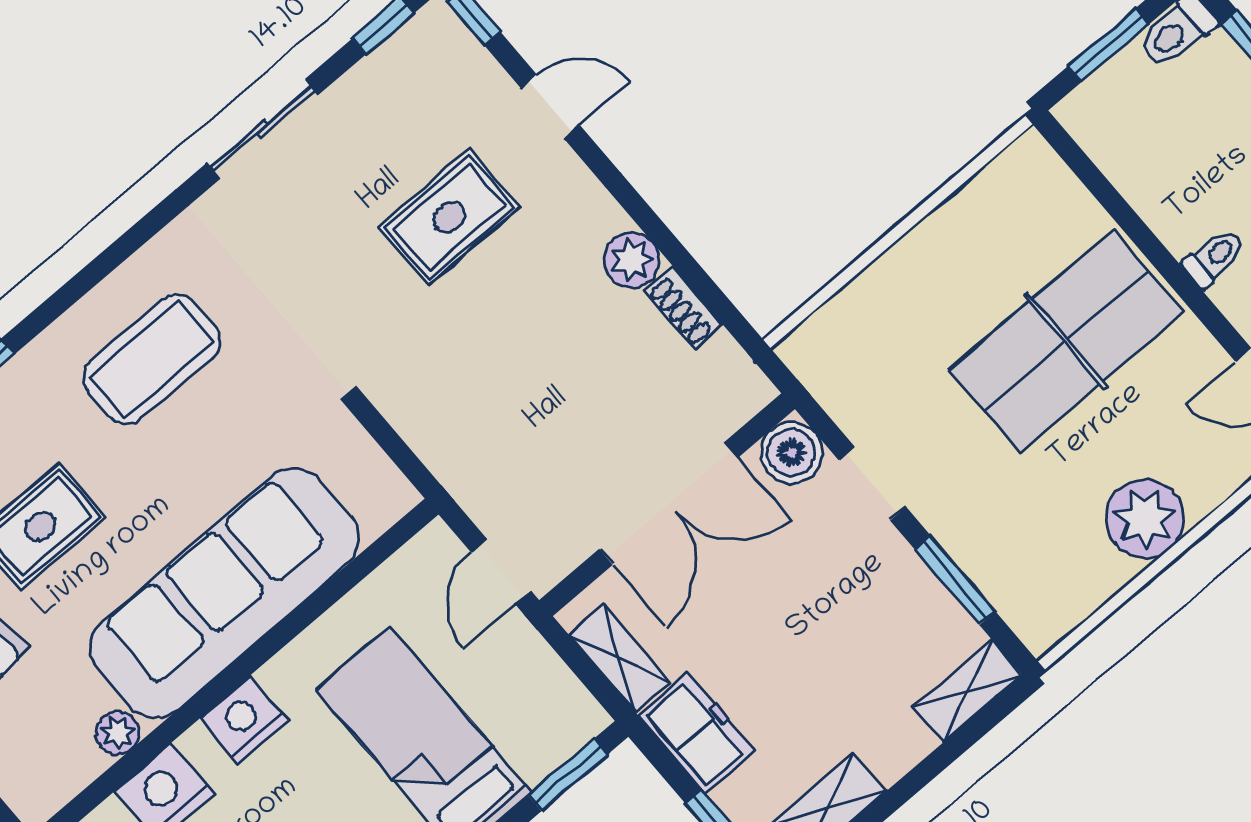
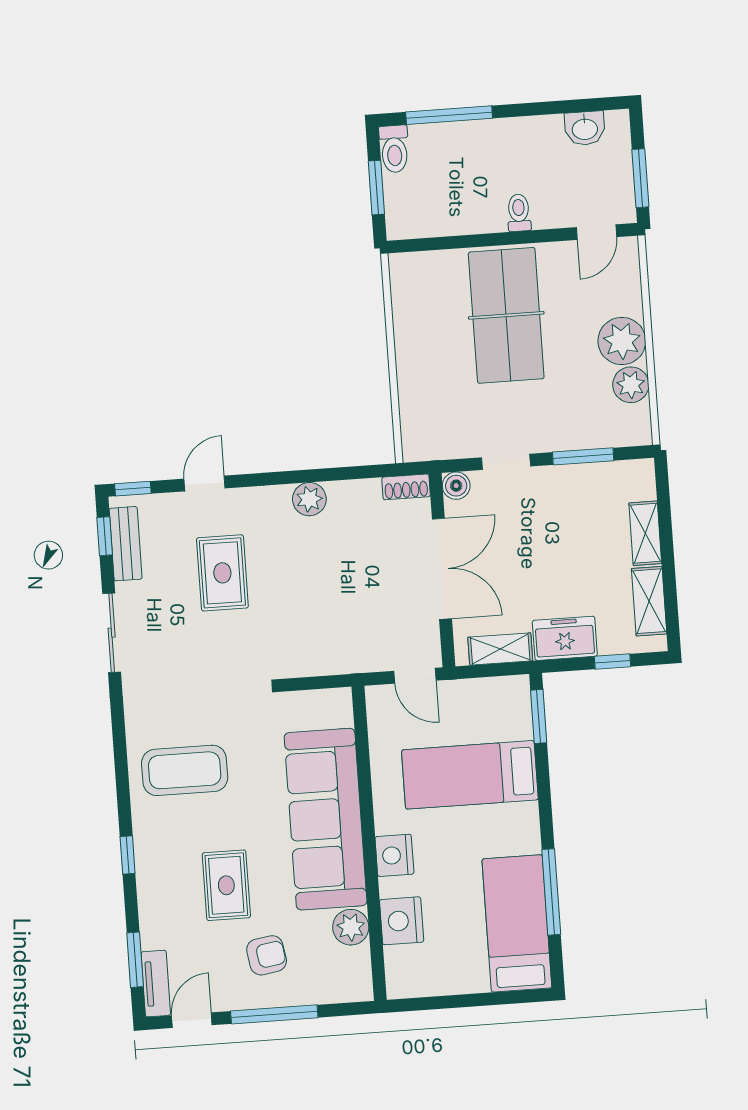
bench: (394, 61) -> (126, 544), added
shoe rack: (684, 308) -> (406, 487), moved
coffee table: (152, 359) -> (185, 770), turned 90
boiler: (792, 453) -> (456, 486), width x0.73, depth x0.73
plant: (1096, 573) -> (631, 385), added
shelving: (968, 691) -> (645, 533), moved
plant: (118, 733) -> (351, 927), width x1.38, depth x1.38

